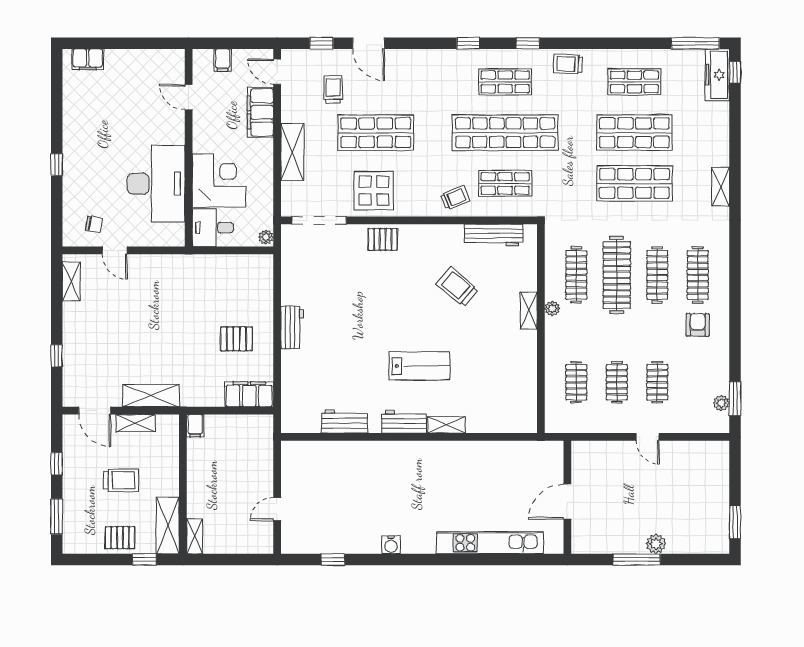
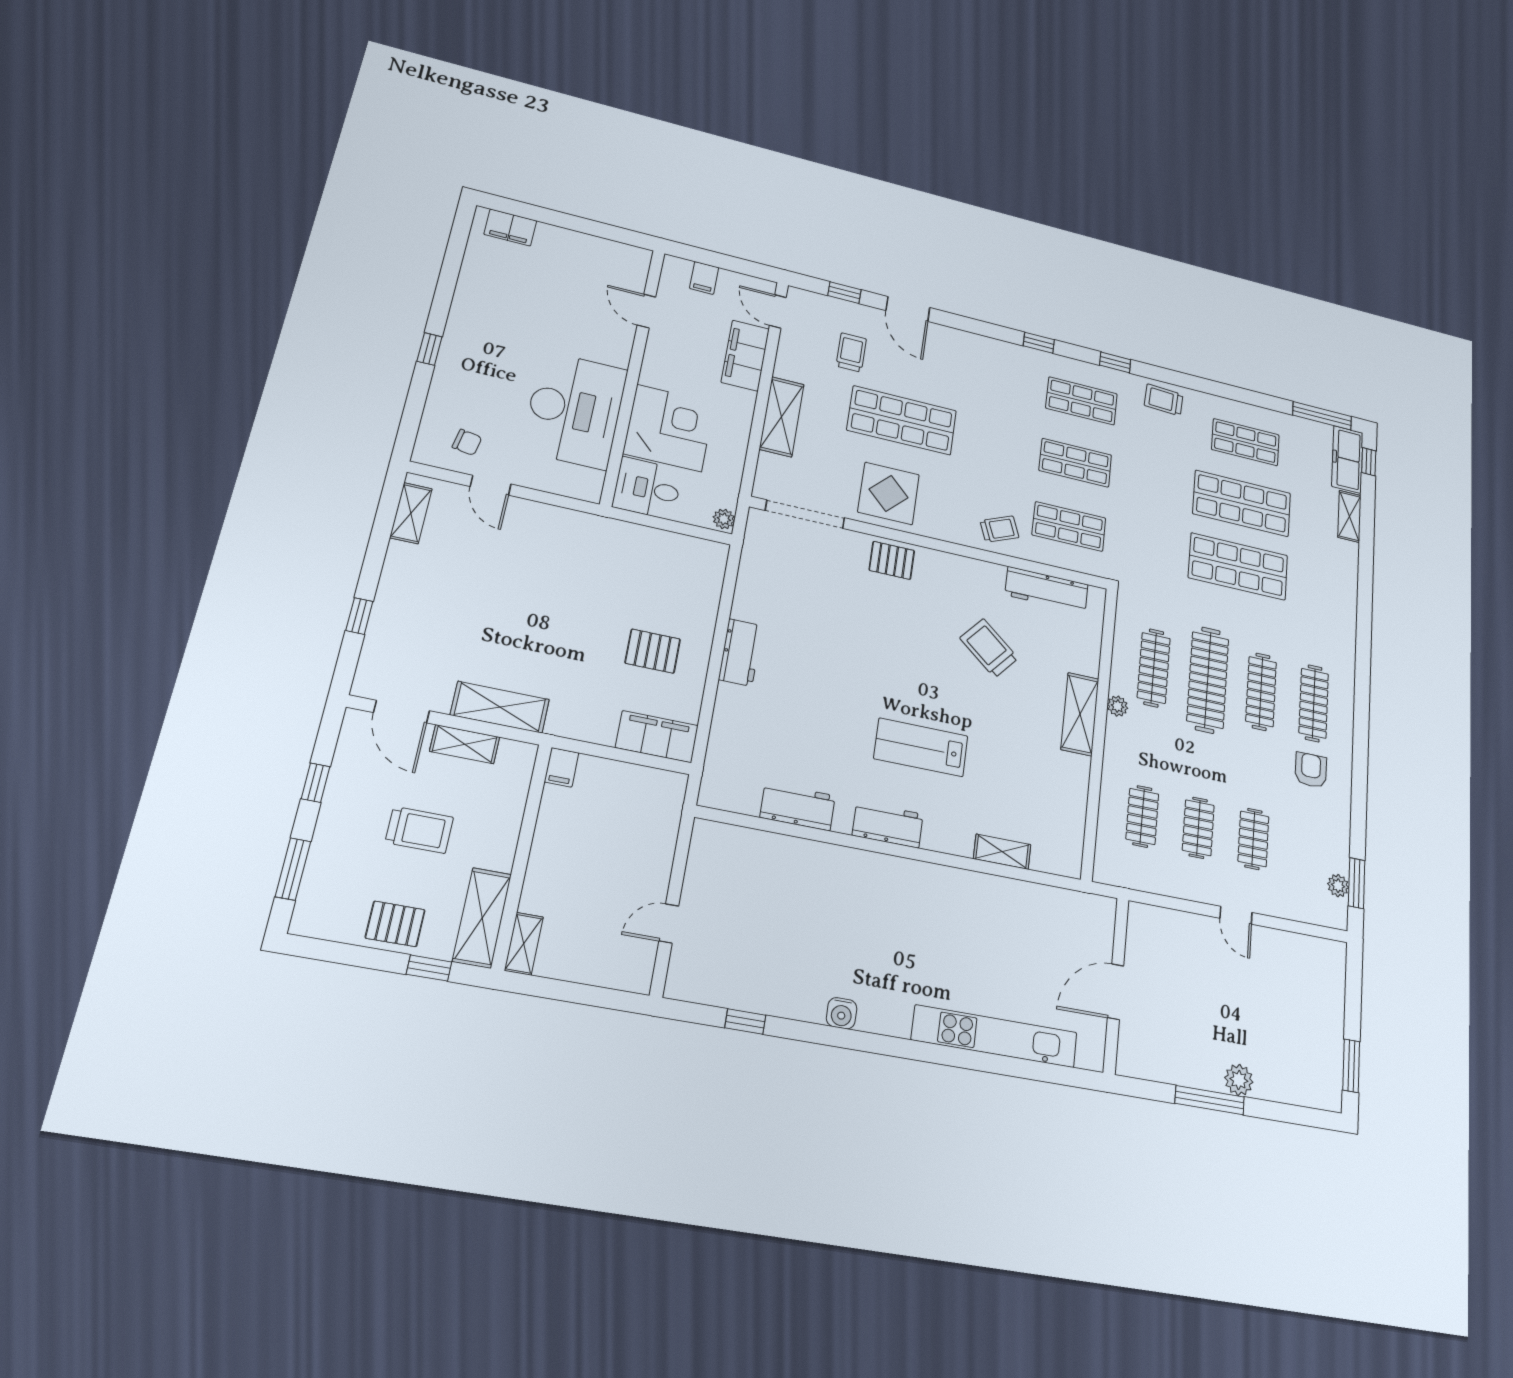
shop shelf: (505, 133) -> (1075, 463), width x0.50, depth x0.74
shelving: (721, 187) -> (1349, 516), moved
shelving: (529, 311) -> (1080, 714), width x1.50, depth x1.33
lab bench: (419, 366) -> (921, 747), turned 180
shelving: (447, 425) -> (1002, 852), moved

